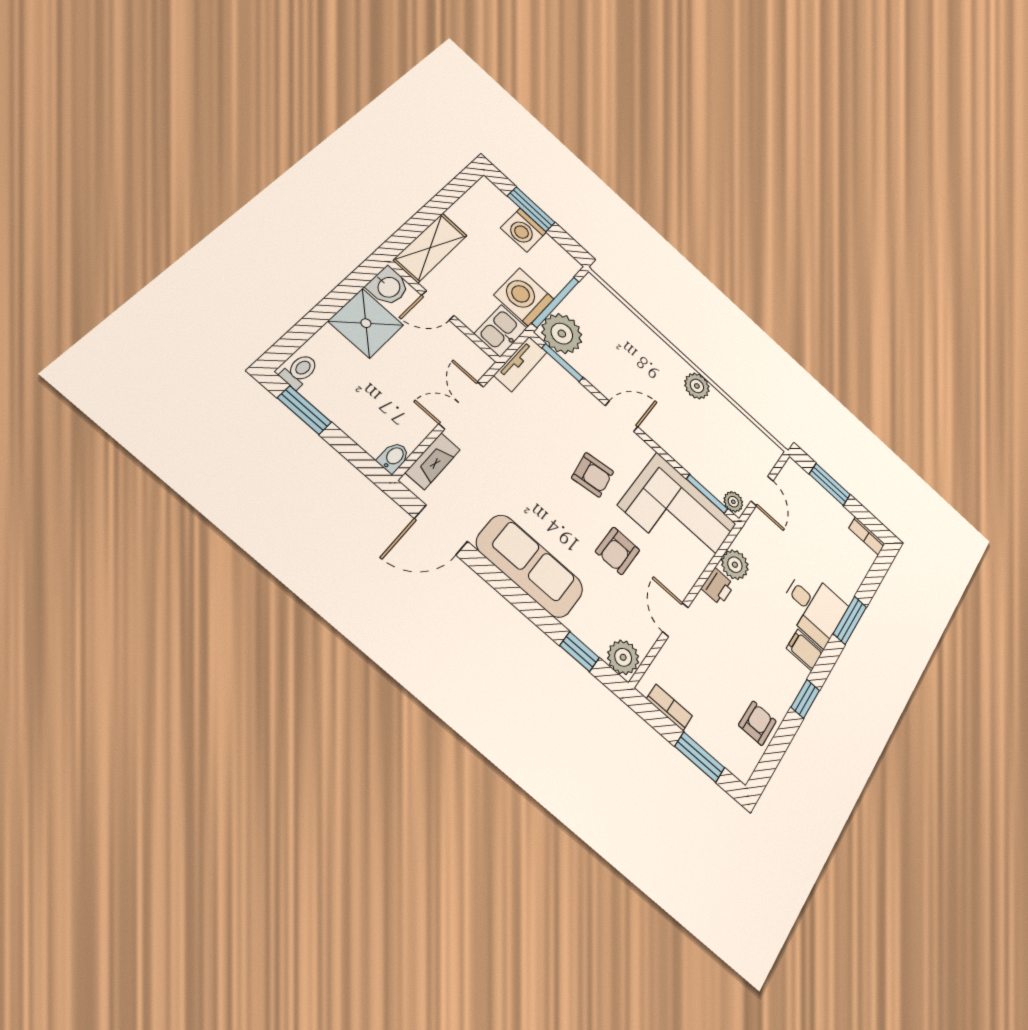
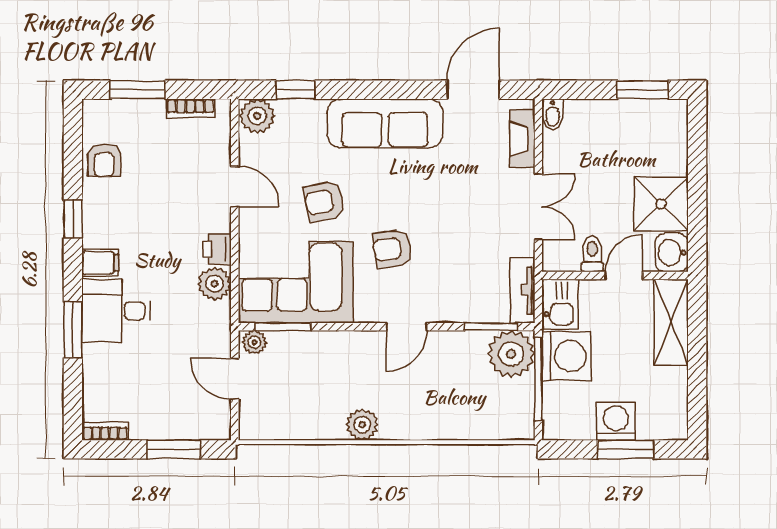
toilet: (299, 371) -> (592, 254), moved, turned 180
armchair: (618, 551) -> (324, 201), turned -102

